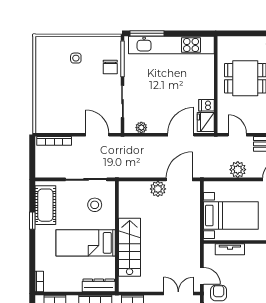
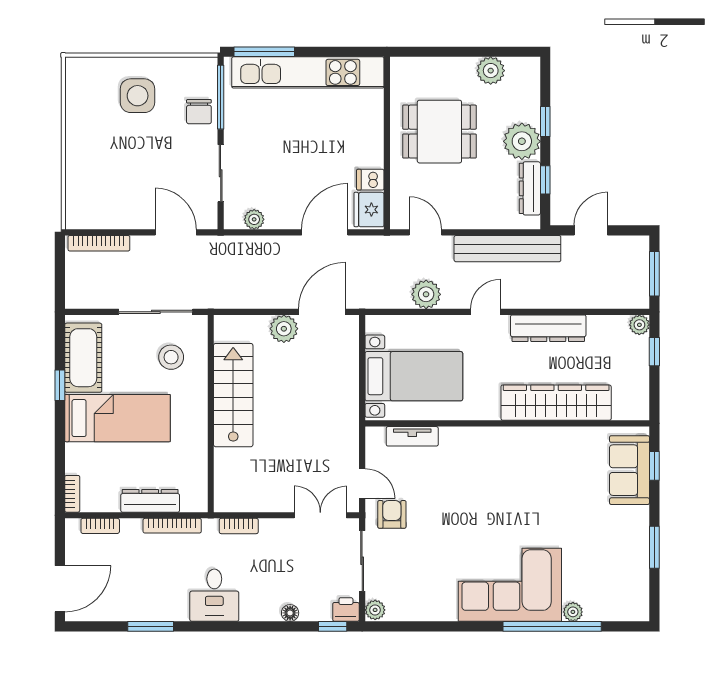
side table: (76, 58) -> (138, 96), width x1.87, depth x1.87
bed: (86, 243) -> (118, 418), moved, turned 180
stairs: (130, 247) -> (233, 395), moved
dresser: (99, 285) -> (150, 501), moved

